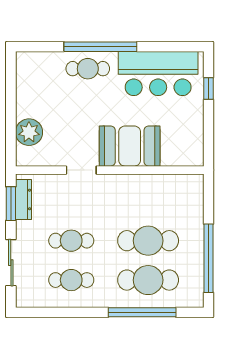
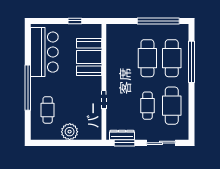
cafe table: (88, 69) -> (48, 110), moved
window: (209, 88) -> (75, 21), moved
plant: (29, 132) -> (70, 132), moved
booth: (130, 146) -> (89, 57), moved
cafe table: (71, 280) -> (172, 106), width x1.37, depth x1.35

